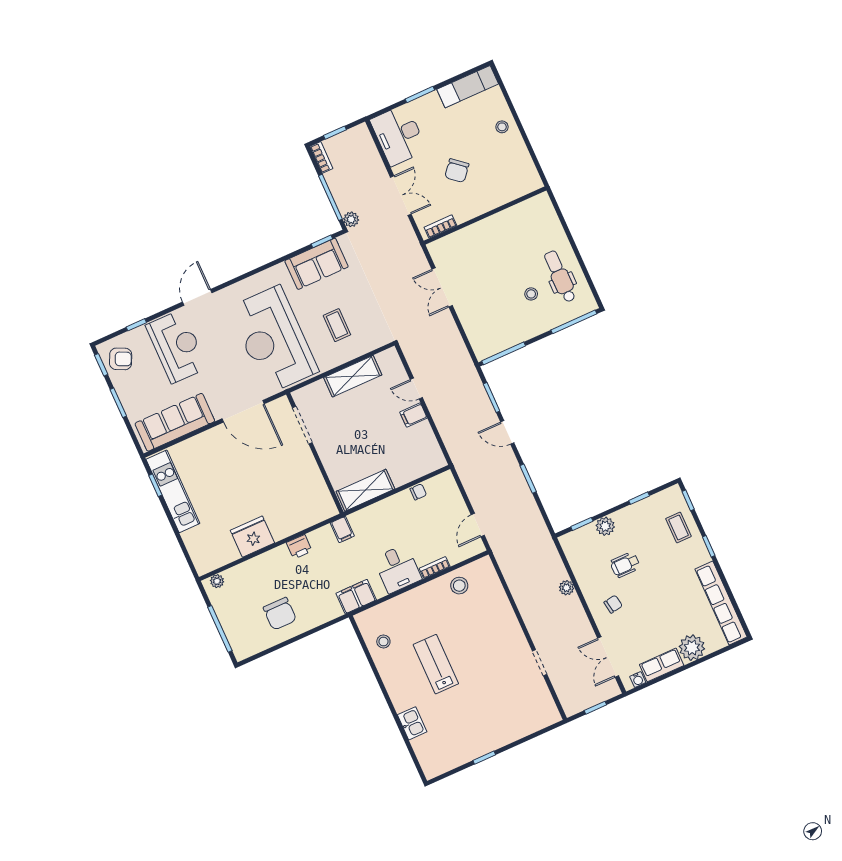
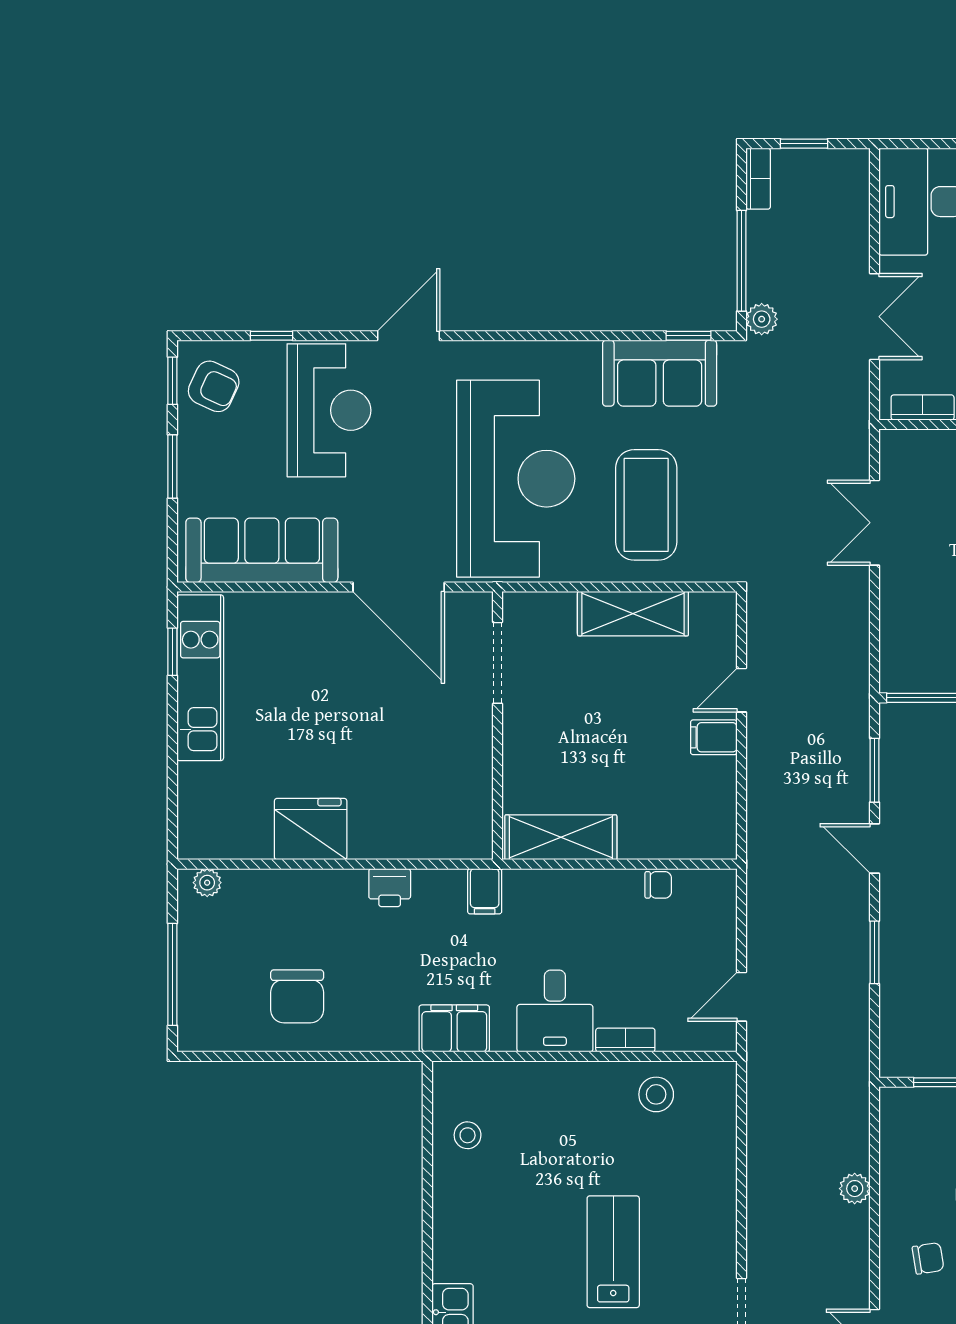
coffee table: (337, 325) -> (646, 505), width x1.86, depth x1.72
reception desk: (274, 340) -> (516, 479), turned 180
door: (416, 389) -> (741, 690), hinge flipped
lab bench: (436, 664) -> (613, 1252), moved

